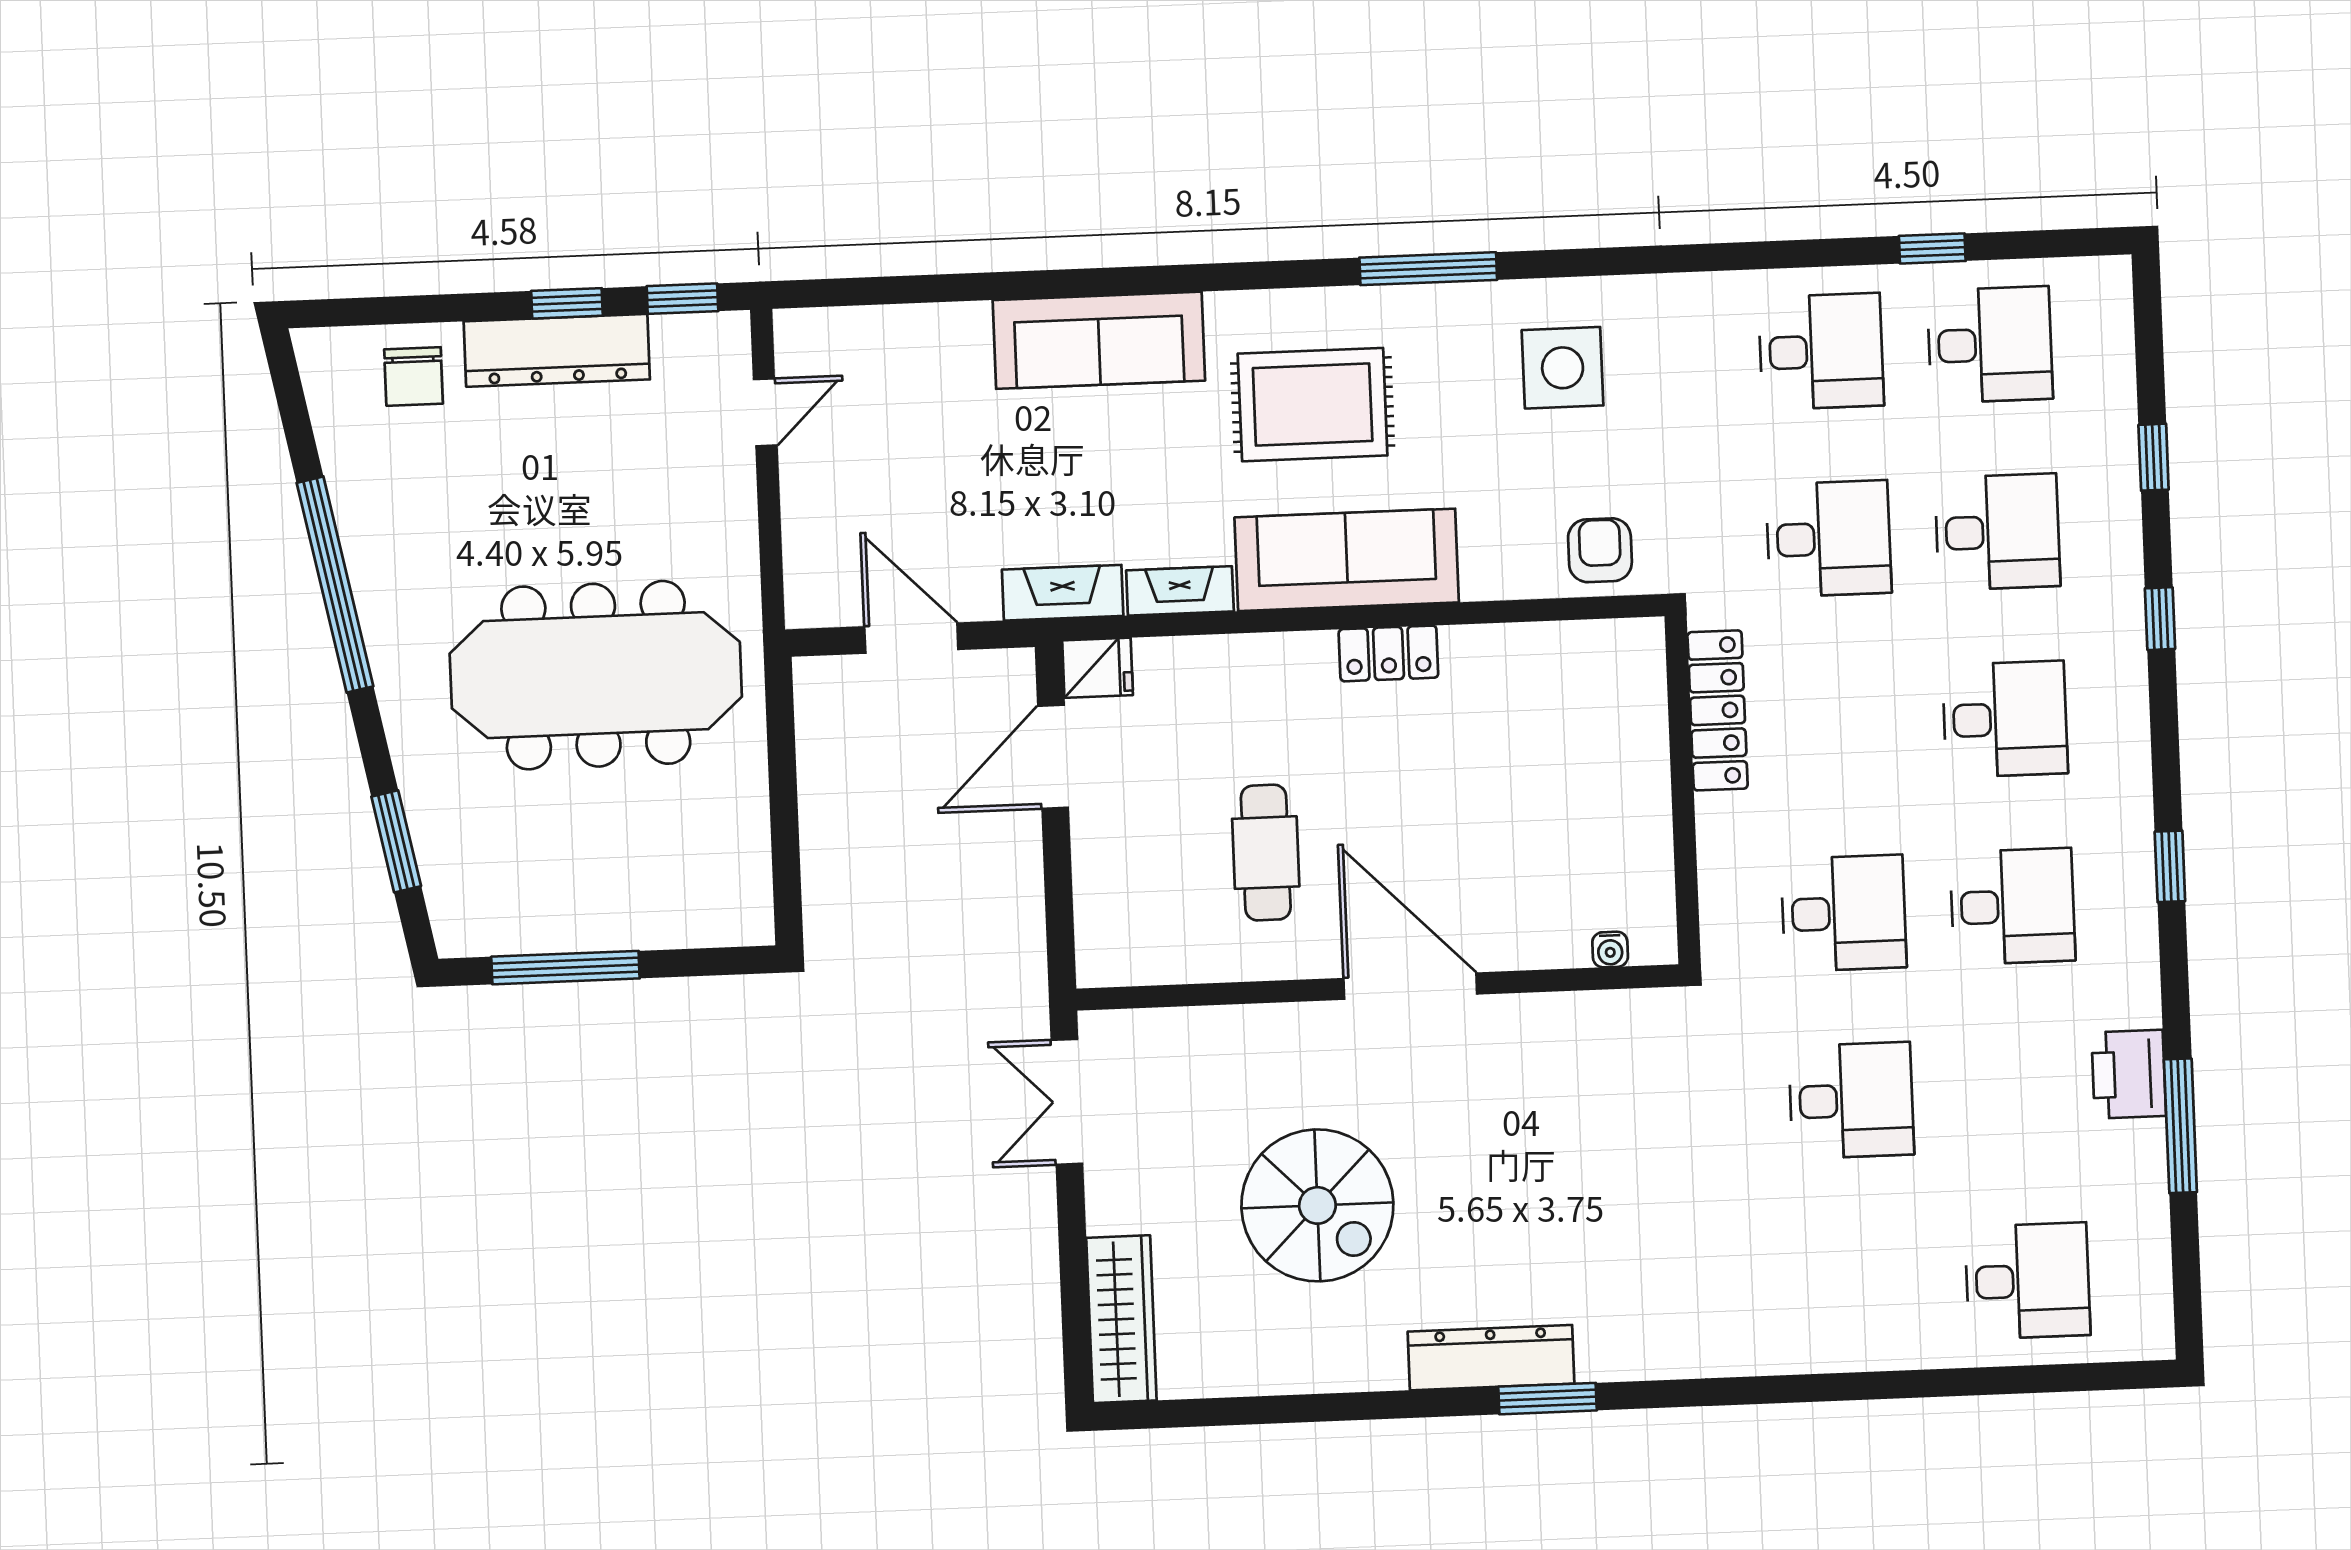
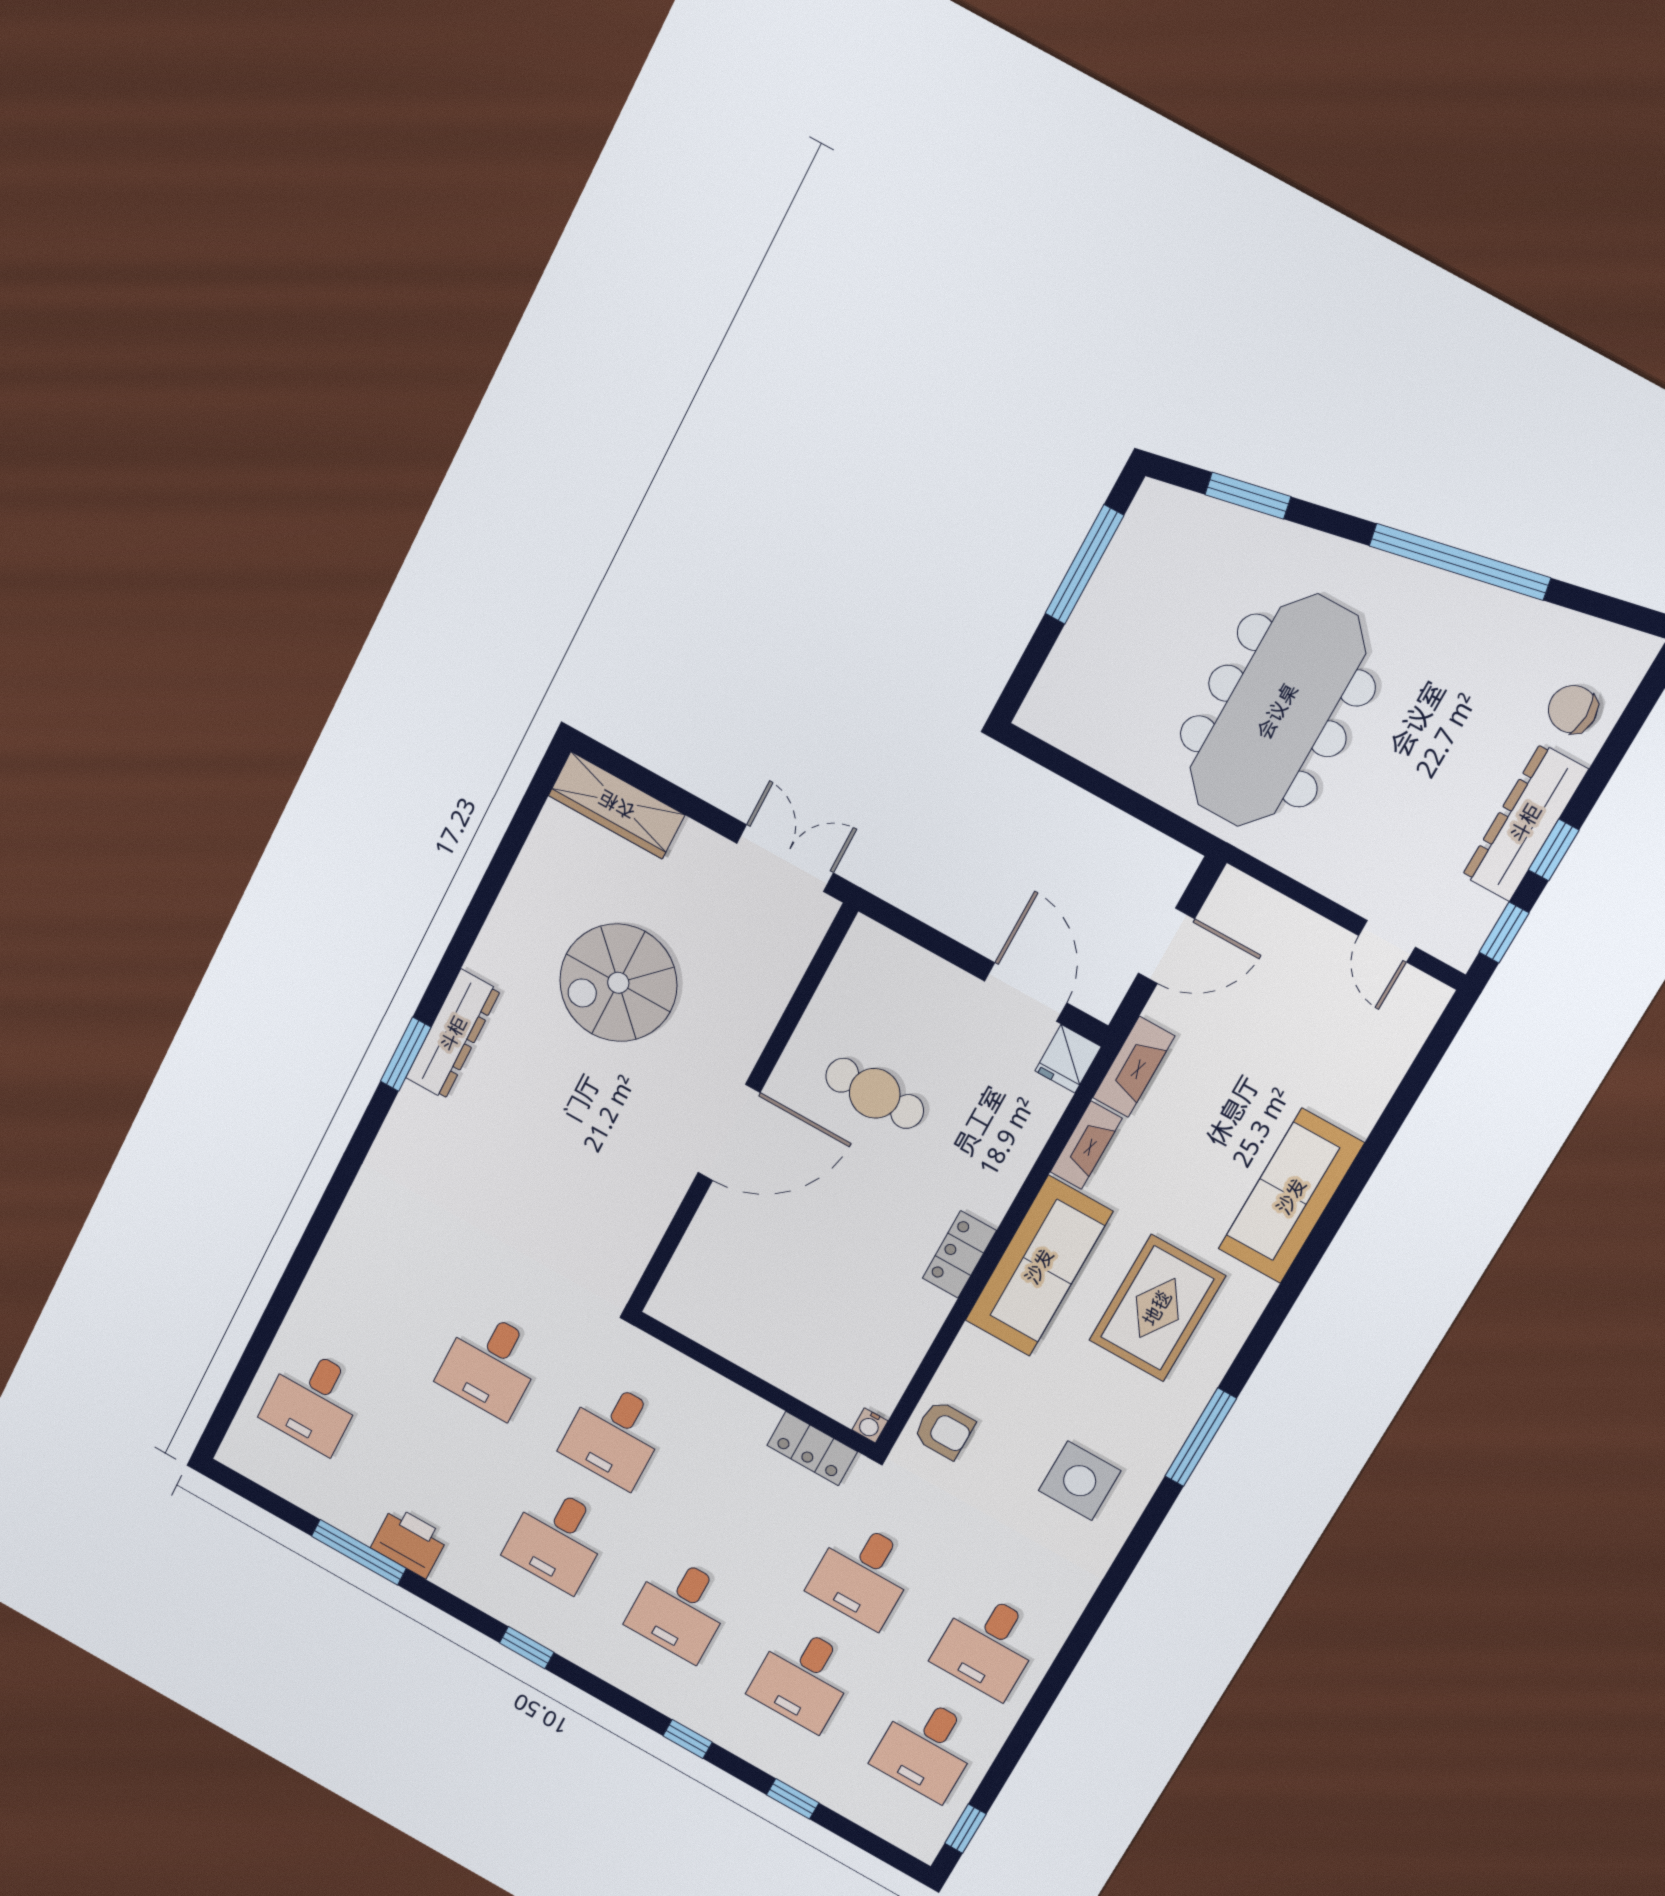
window: (1932, 248) -> (965, 1829), moved
locker: (1718, 710) -> (812, 1449), width x0.66
water cooler: (1610, 950) -> (870, 1425), moved, turned -90

